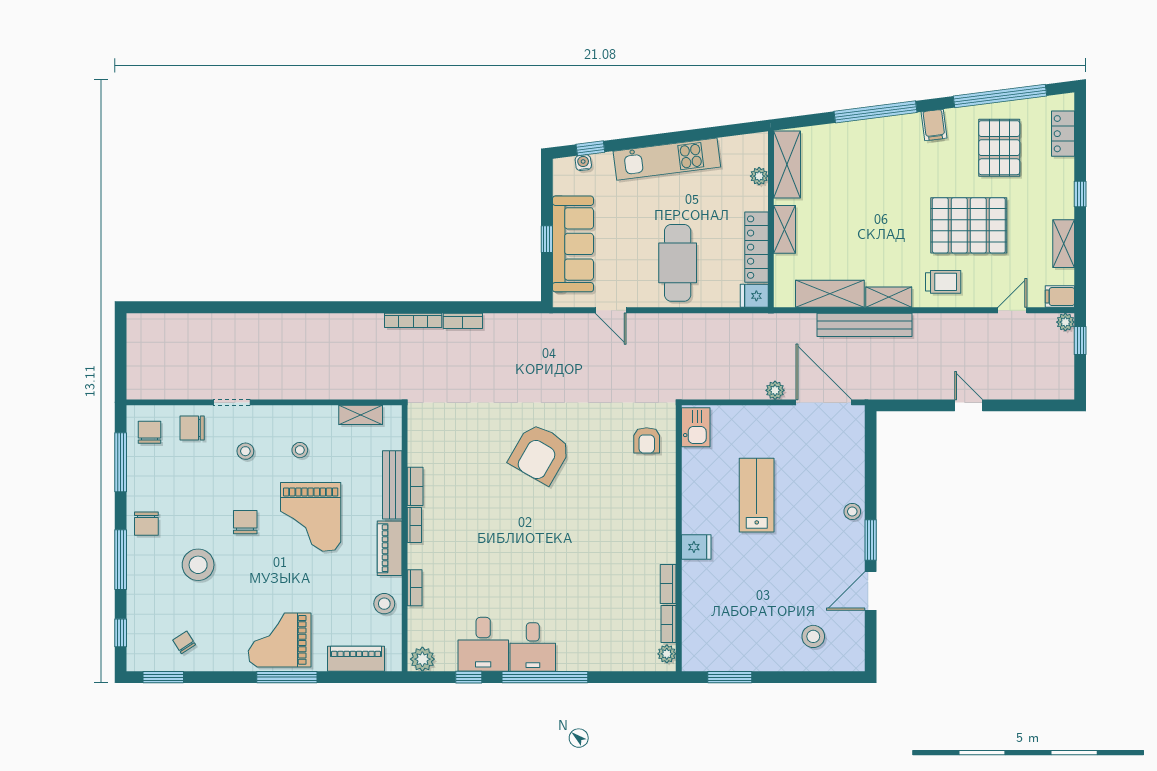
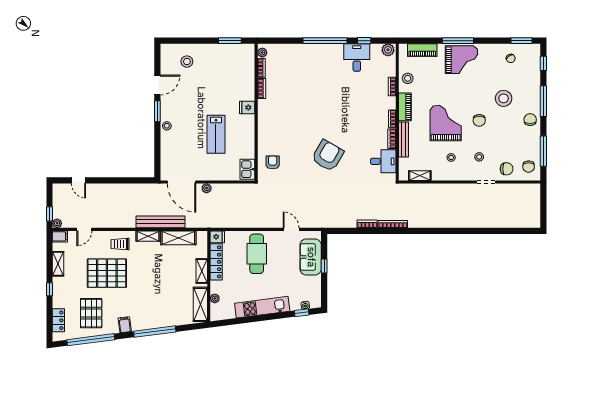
sofa: (573, 244) -> (311, 257), width x0.73
door: (969, 405) -> (79, 180), moved
desk: (533, 647) -> (383, 161), moved, turned 90

